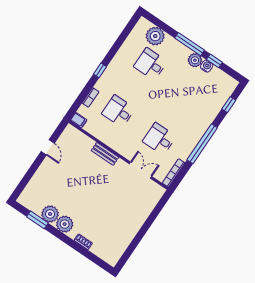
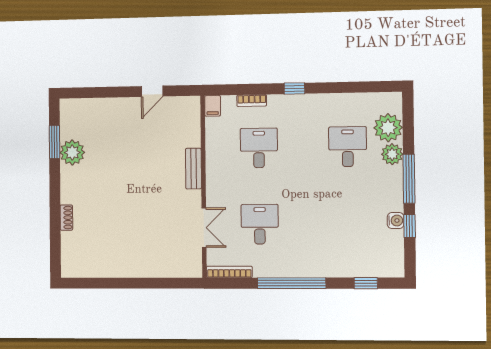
plant: (195, 60) -> (392, 154), moved
plant: (65, 224) -> (72, 179), removed

